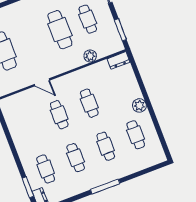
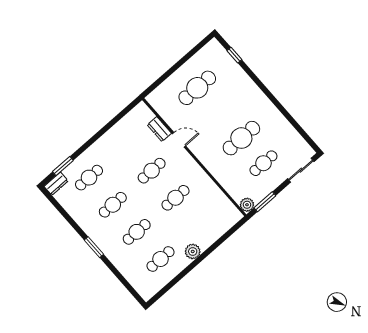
plant: (90, 56) -> (247, 205), moved
dresser: (119, 60) -> (159, 129), moved
door: (42, 82) -> (179, 140), swing flipped
window: (105, 187) -> (94, 247), width x0.69

